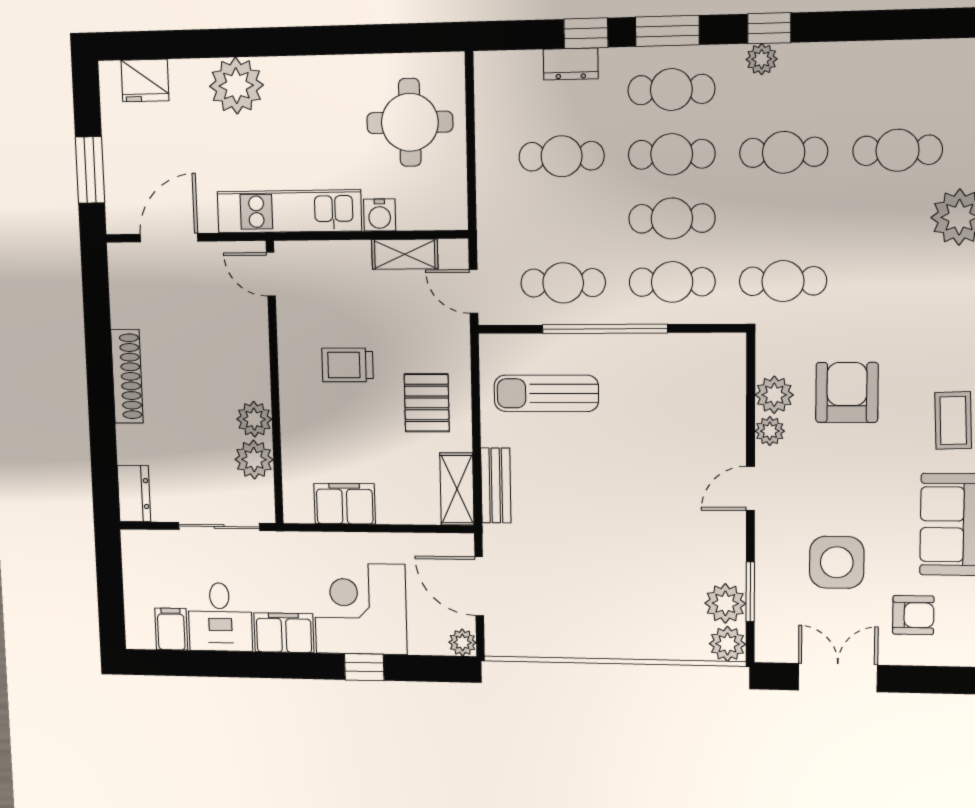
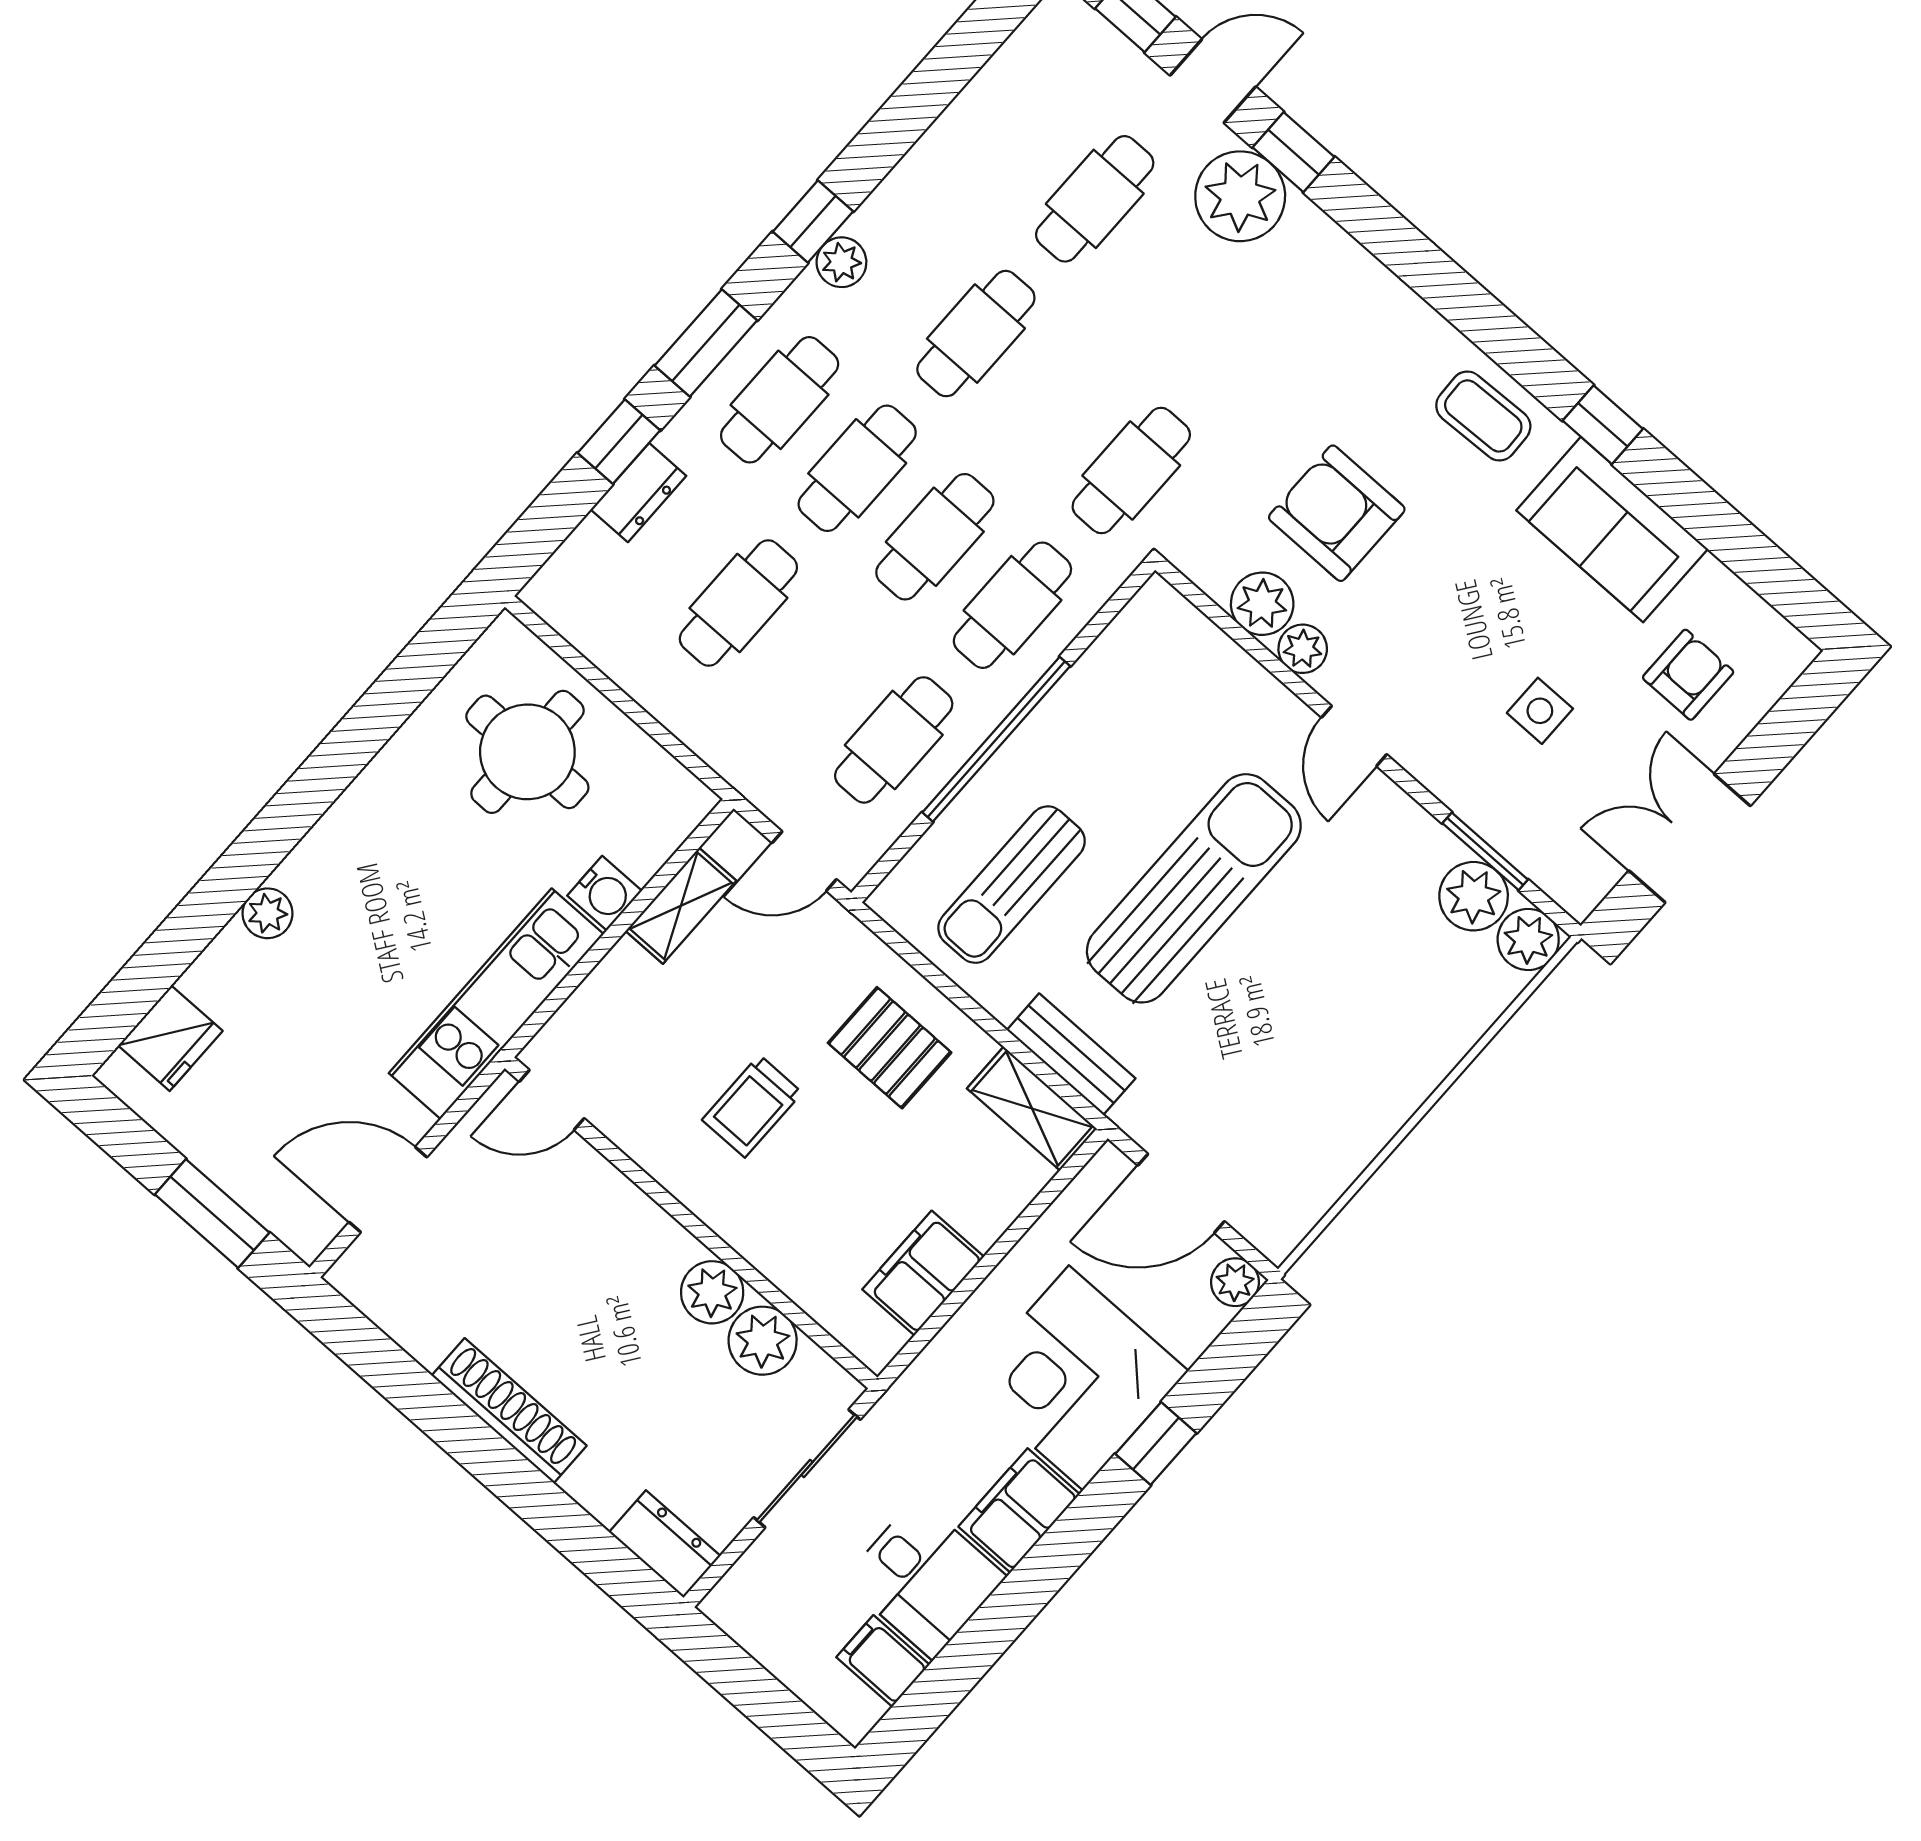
plant: (236, 86) -> (268, 913), width x0.53, depth x0.53
door: (169, 238) -> (388, 1190), hinge flipped
sun lounger: (617, 476) -> (1194, 888), added
side table: (837, 562) -> (1540, 711), width x0.54, depth x0.54

